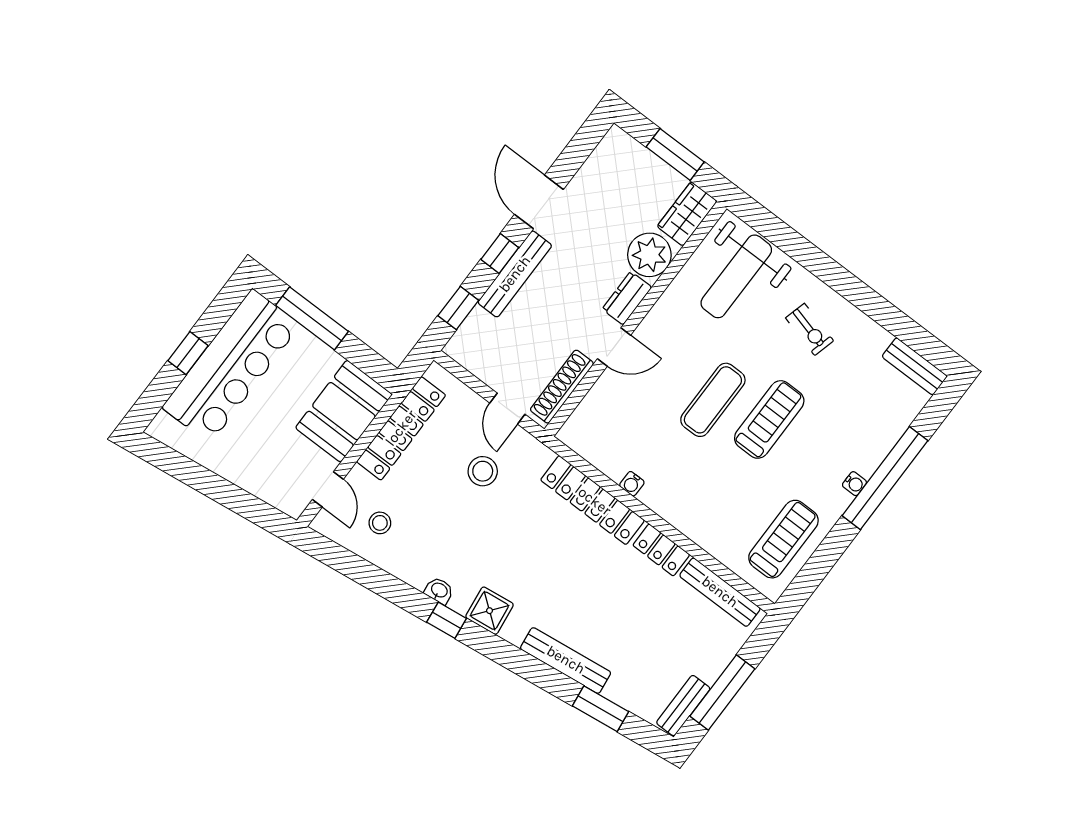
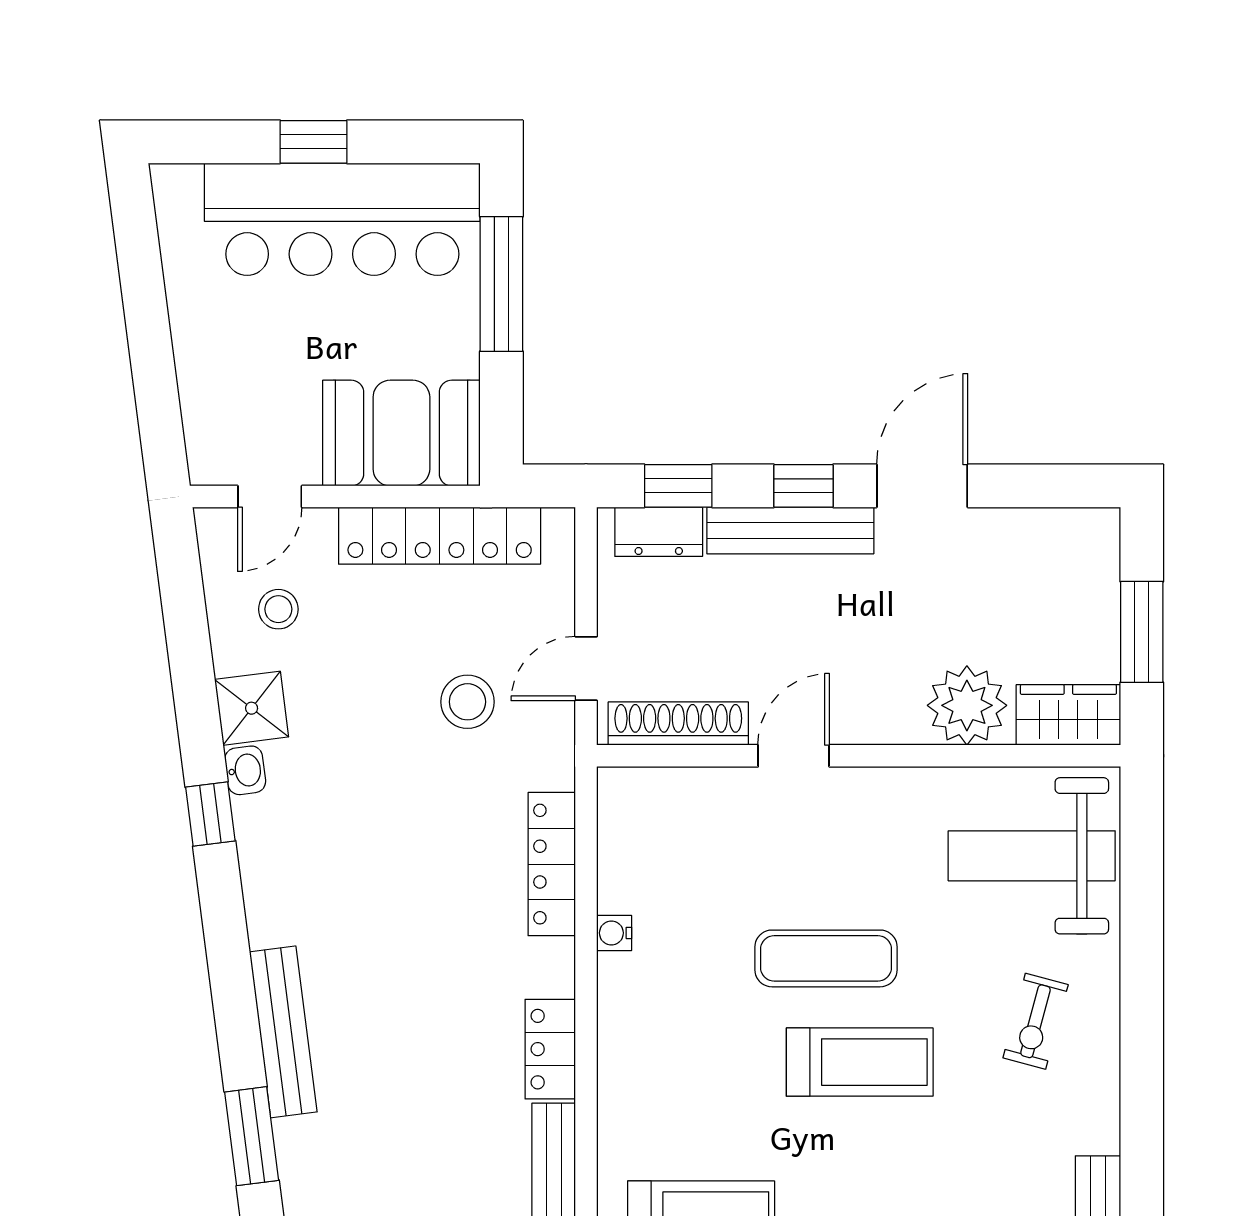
dresser: (627, 298) -> (659, 532), moved, turned 180
door: (614, 347) -> (794, 756), swing flipped
locker: (593, 500) -> (552, 864), width x0.71, depth x0.83
shower: (490, 611) -> (252, 708), moved

